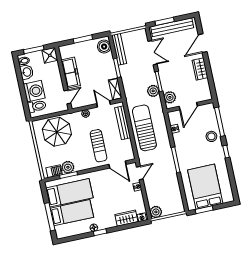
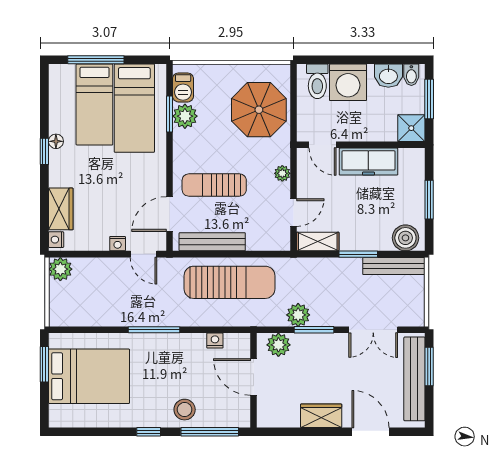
bench: (123, 123) -> (212, 242), moved

